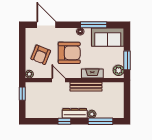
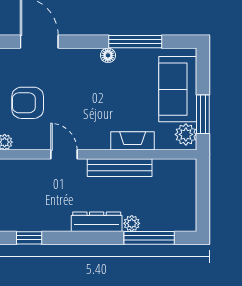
sofa: (108, 37) -> (178, 89), moved, turned 90
armchair: (69, 53) -> (86, 99), removed
armchair: (41, 55) -> (28, 103), turned 68
window: (64, 121) -> (29, 238), moved

